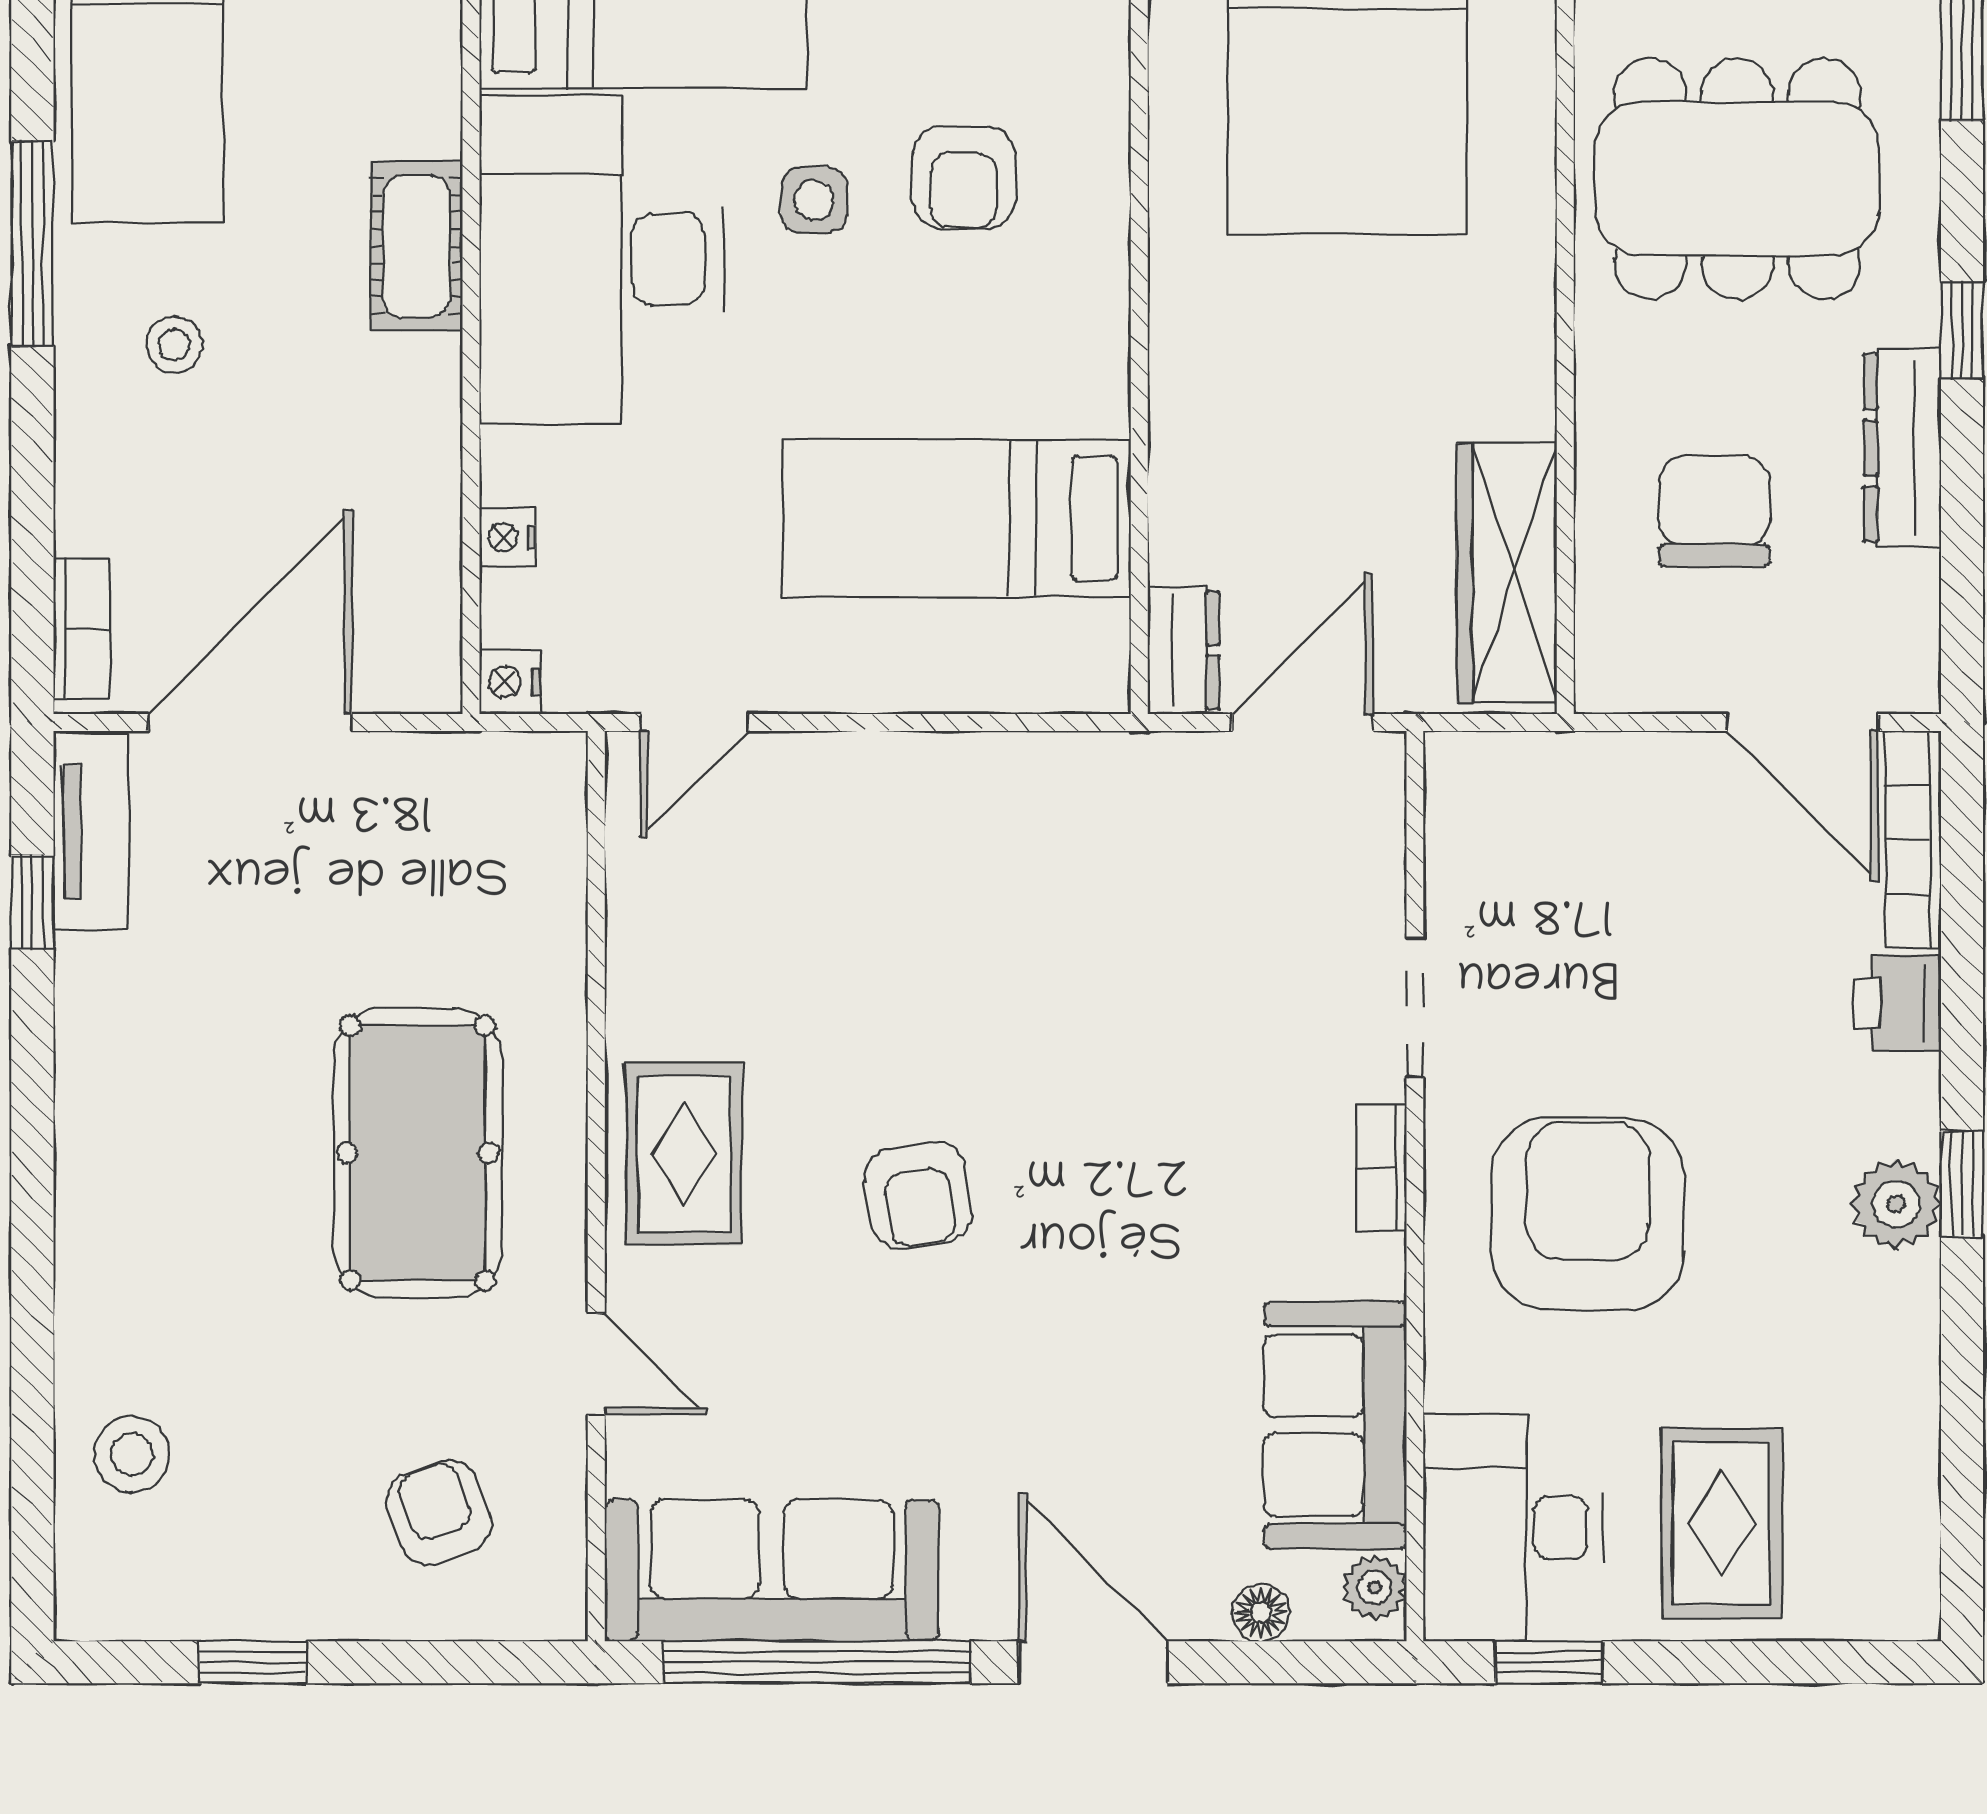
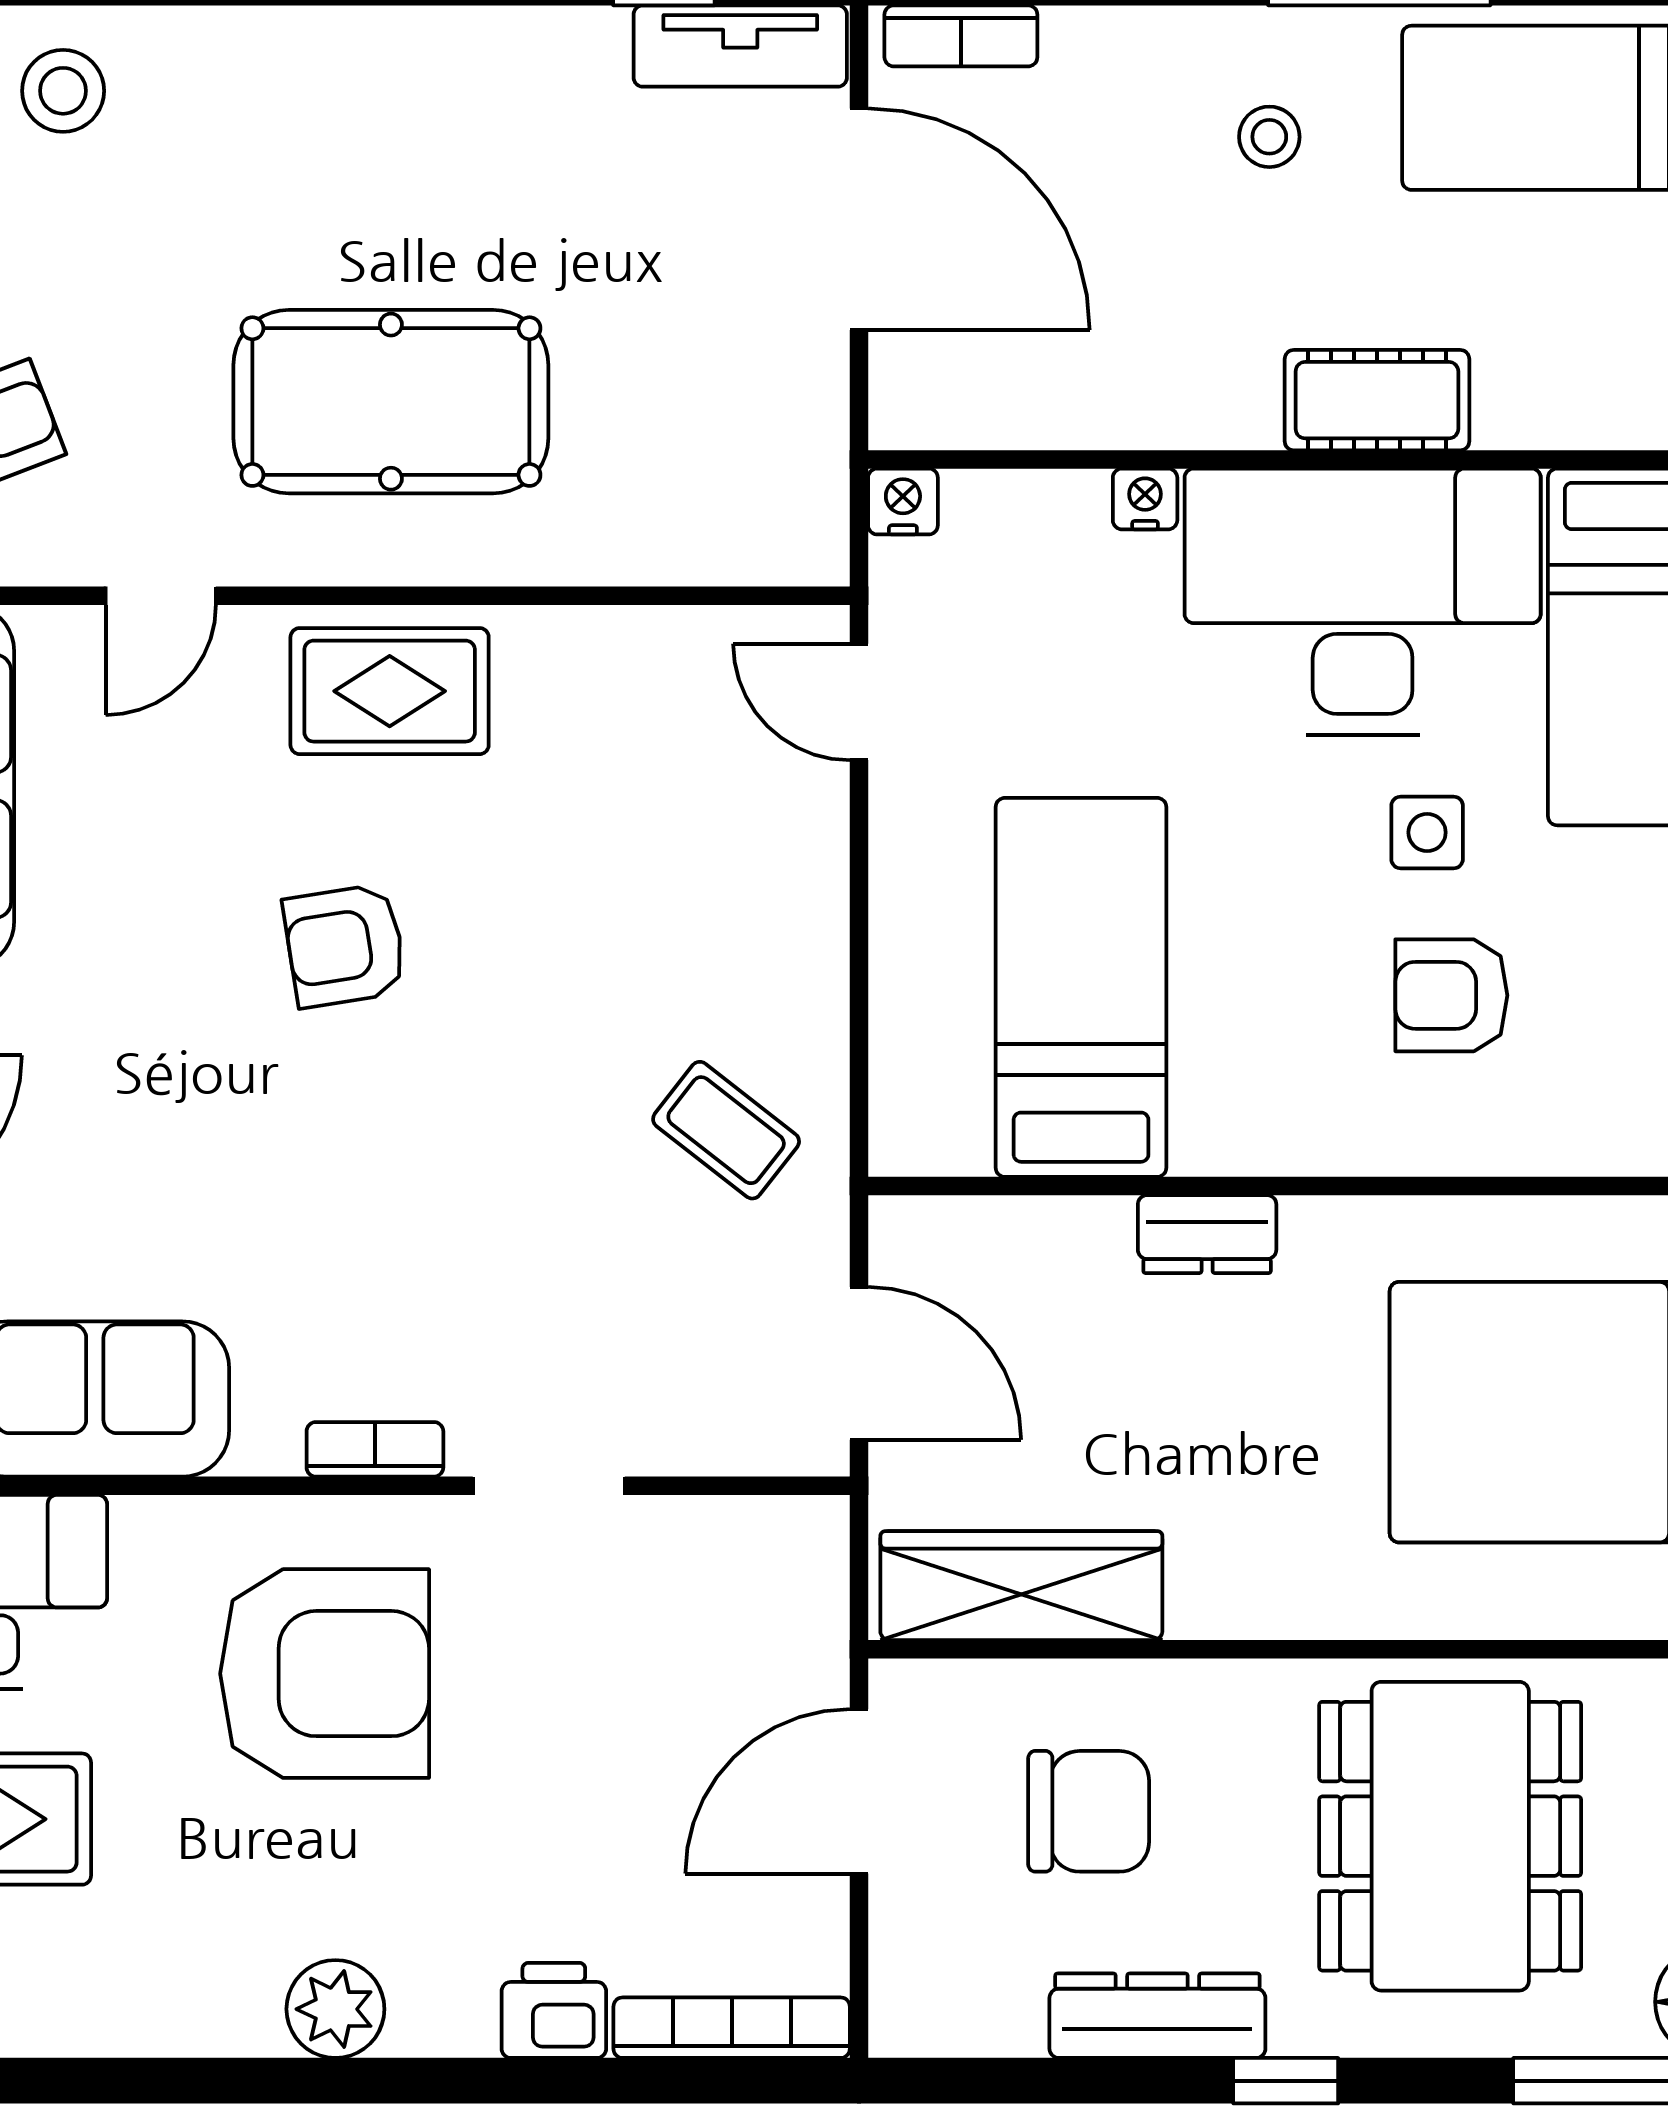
nightstand: (507, 537) -> (1145, 499), moved
dresser: (1183, 650) -> (1207, 1234), moved
door: (1803, 722) -> (859, 1791), moved
coffee table: (1088, 845) -> (726, 1130), added
window: (1962, 1184) -> (357, 2081), removed

